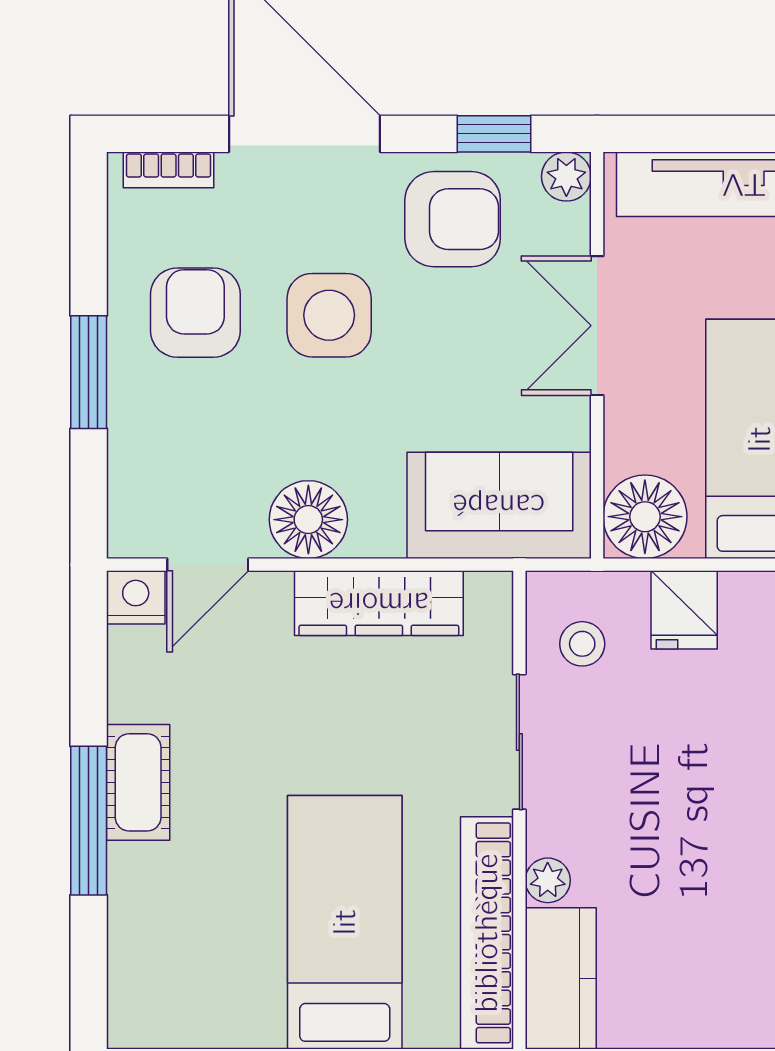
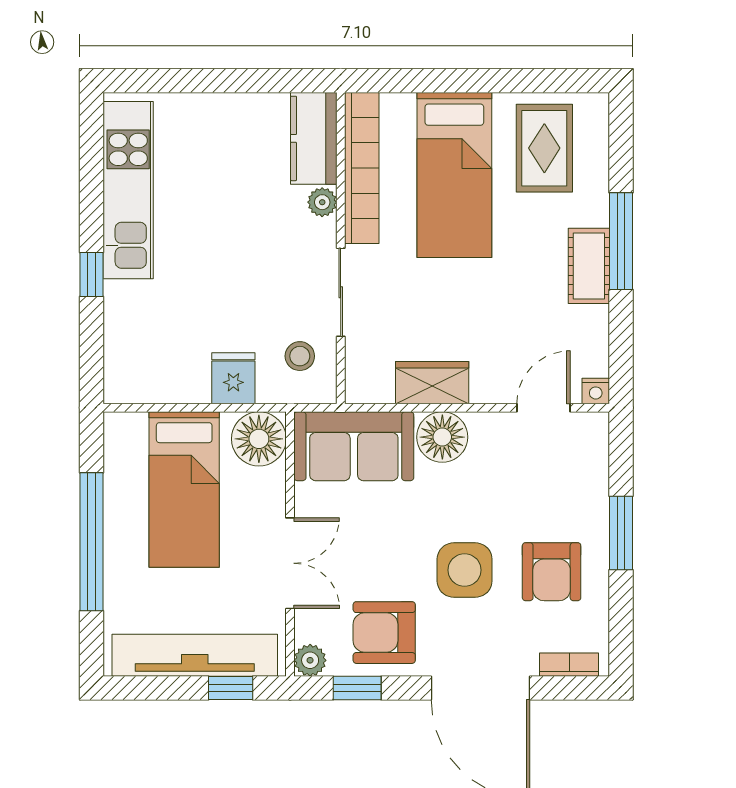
window: (688, 134) -> (231, 688), added
floor lamp: (308, 520) -> (442, 437), moved
nightstand: (136, 597) -> (596, 391), width x0.72, depth x0.74
wardrobe: (379, 603) -> (432, 383), width x0.67
rug: (207, 963) -> (544, 148), added

